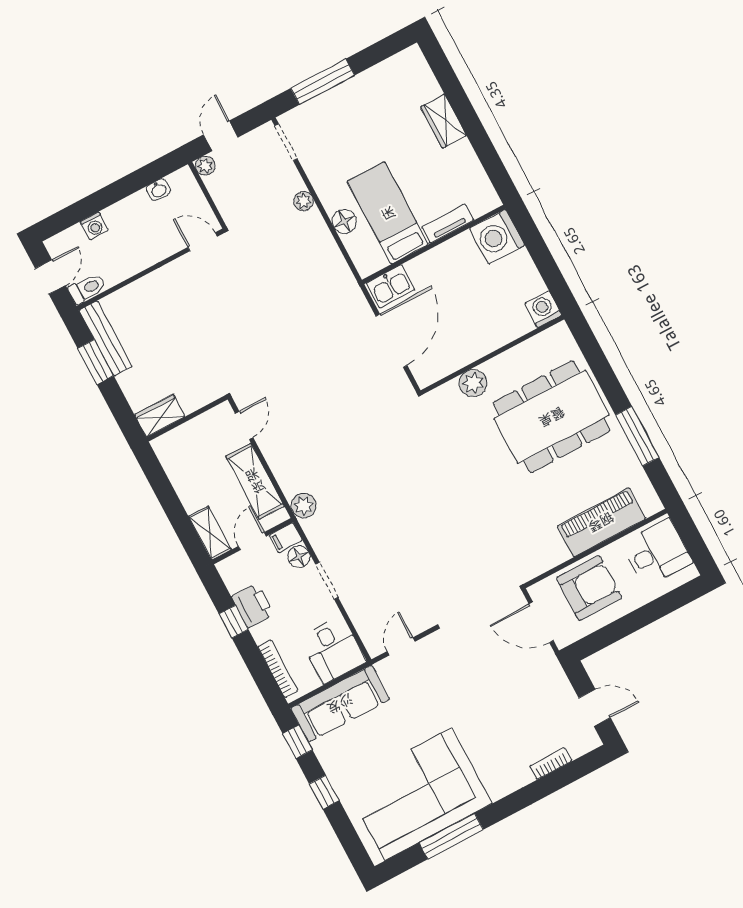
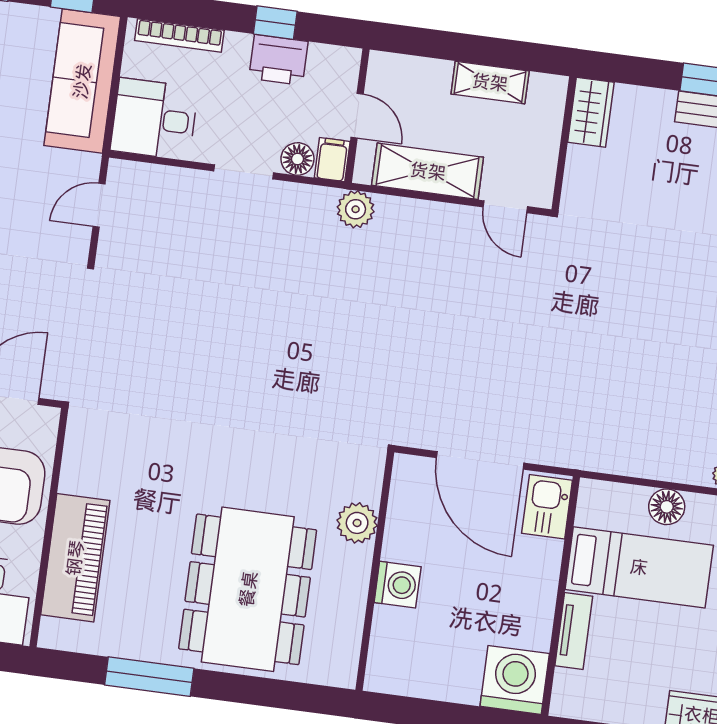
washing machine: (543, 309) -> (398, 585), moved
shelving: (210, 533) -> (490, 82), moved
door: (401, 646) -> (99, 205), swing flipped

